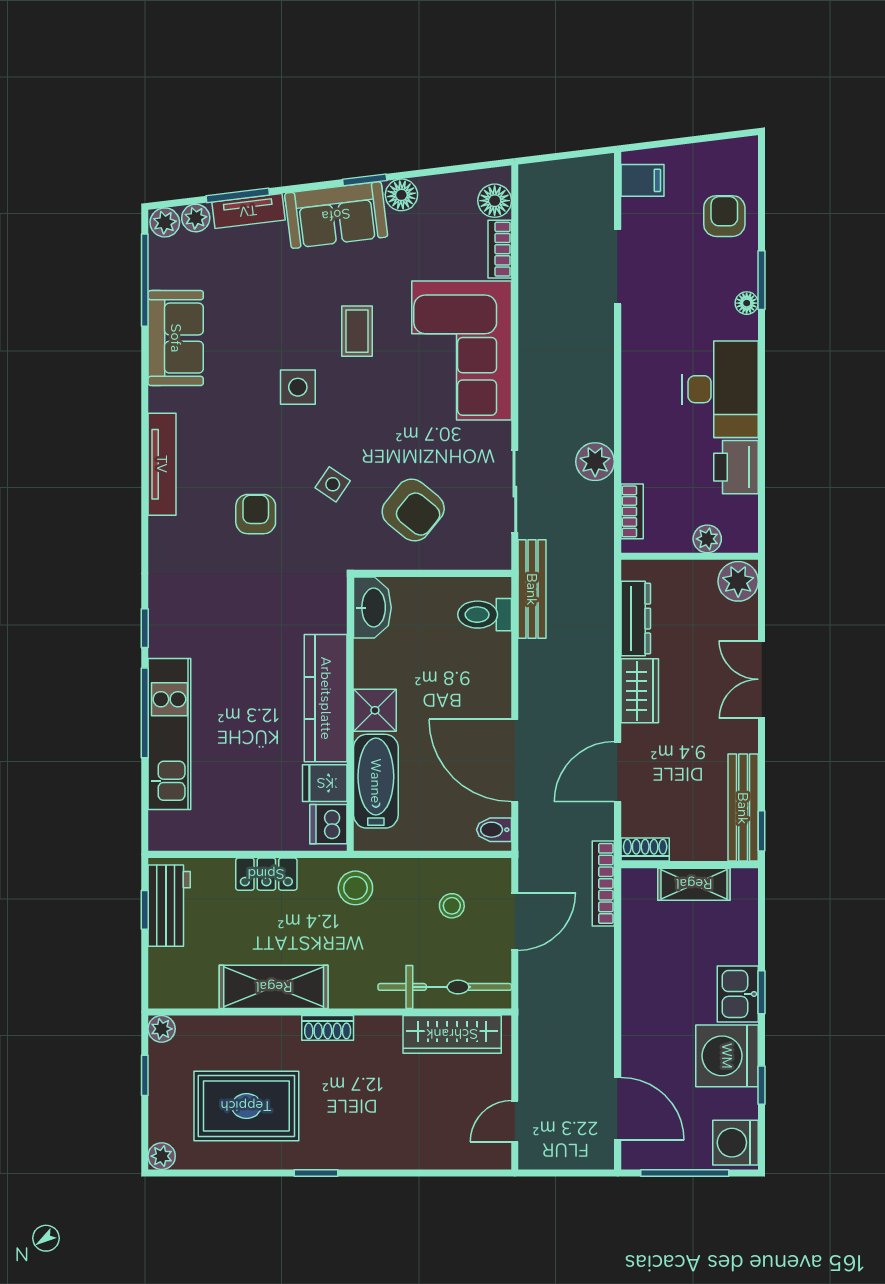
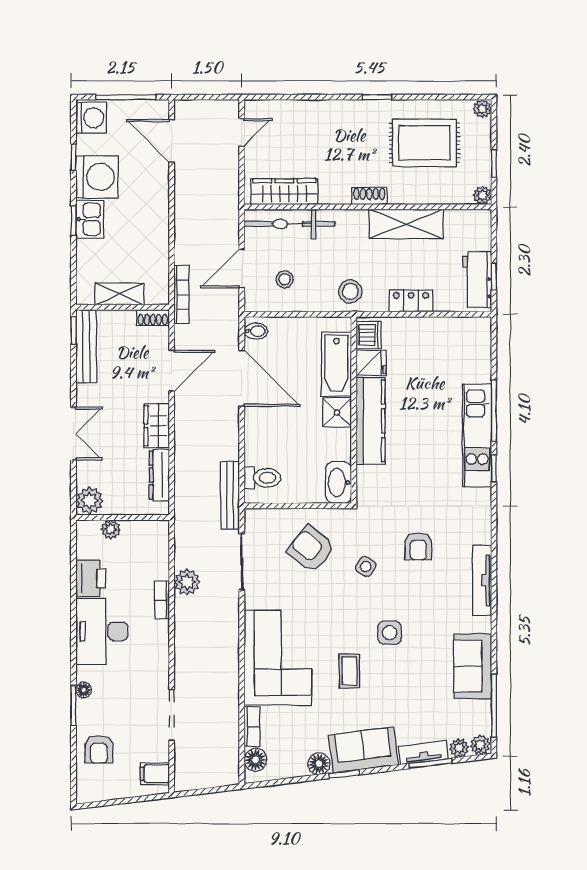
bookcase: (632, 511) -> (162, 600), moved
kitchen unit: (169, 734) -> (477, 435), moved

